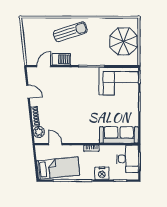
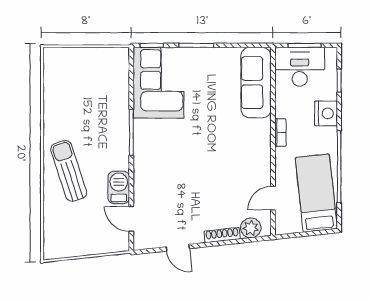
parasol: (124, 41) -> (86, 74), removed
door: (28, 92) -> (178, 248), swing flipped

